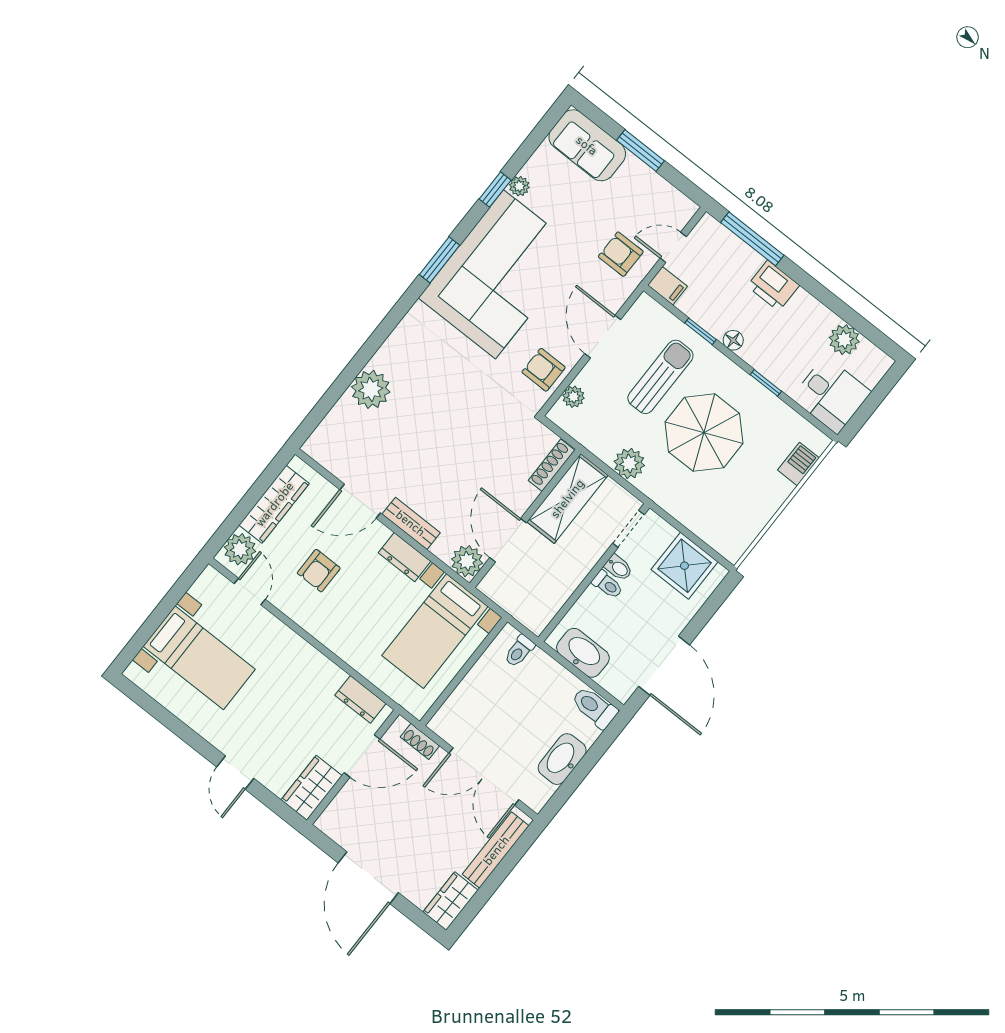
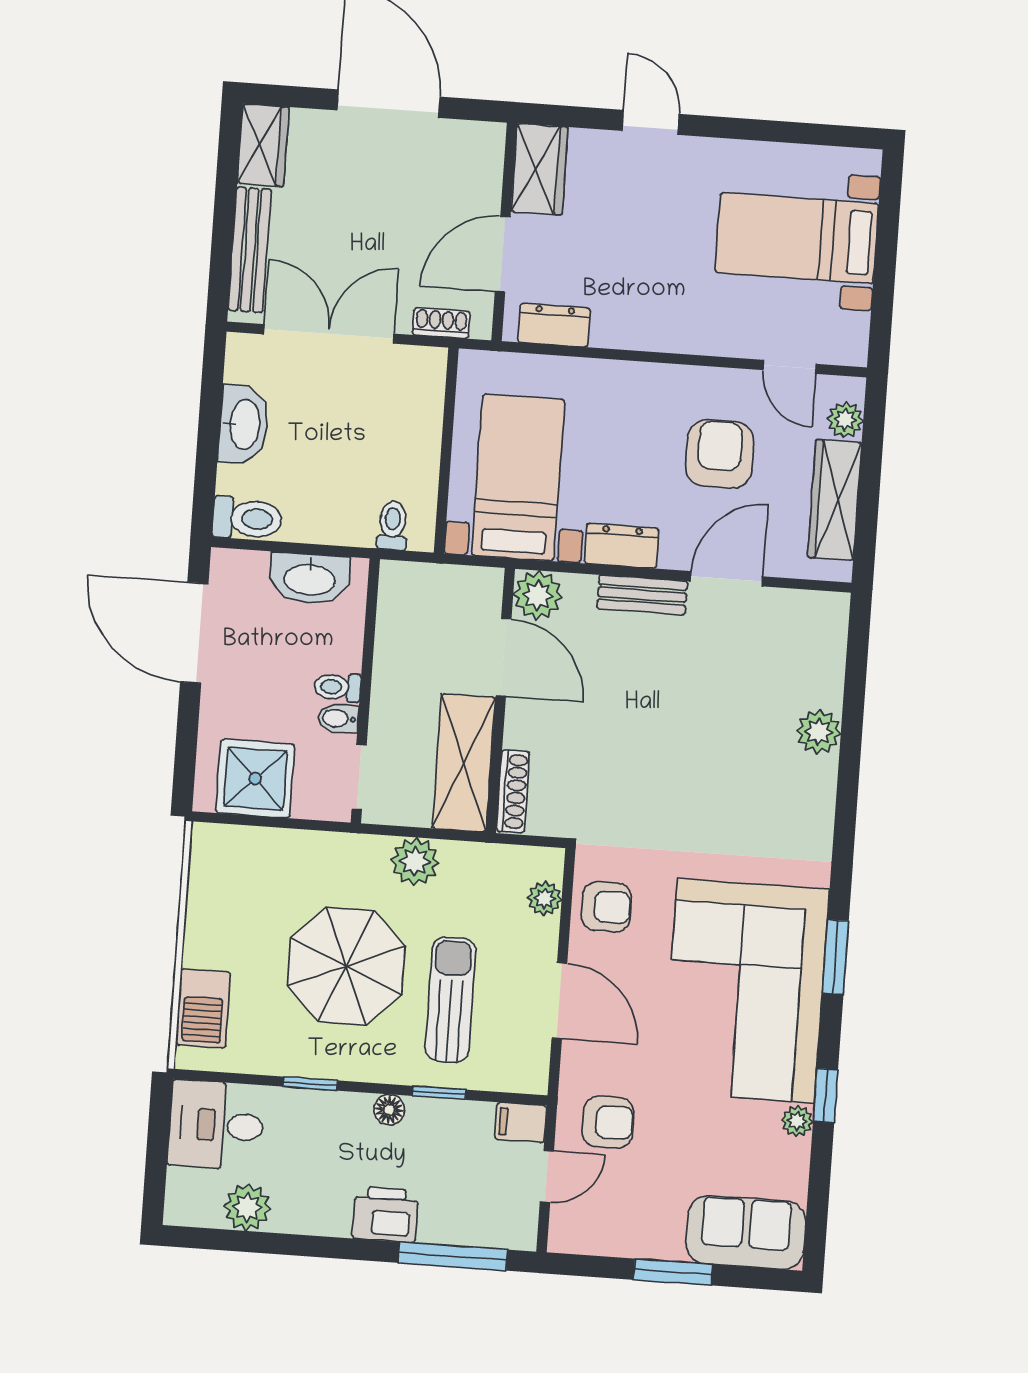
sun lounger: (660, 377) -> (450, 1000), turned 180
plant: (371, 389) -> (819, 732), width x0.73, depth x0.73
barbecue: (798, 464) -> (203, 1008), width x1.38, depth x1.27
plant: (240, 549) -> (845, 420), width x0.73, depth x0.73
armchair: (319, 571) -> (720, 454), width x1.38, depth x1.38

